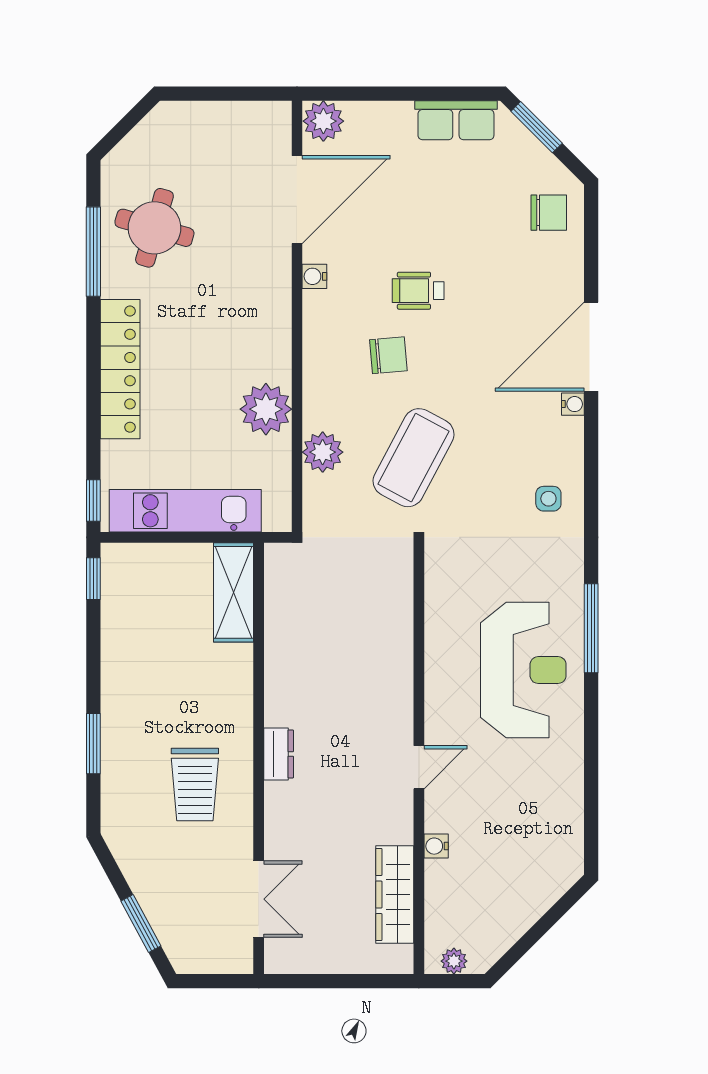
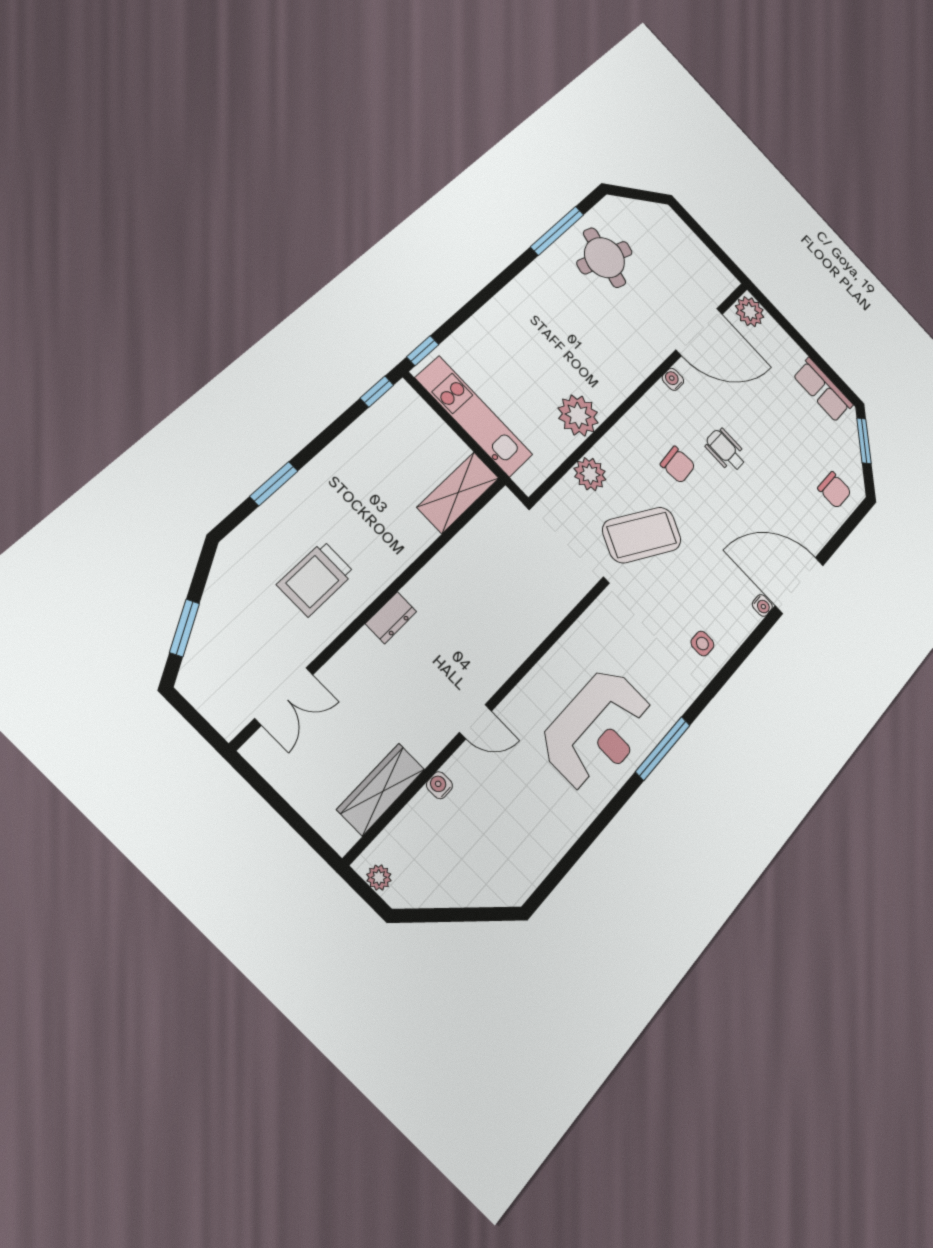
locker: (120, 369) -> (512, 303), removed

